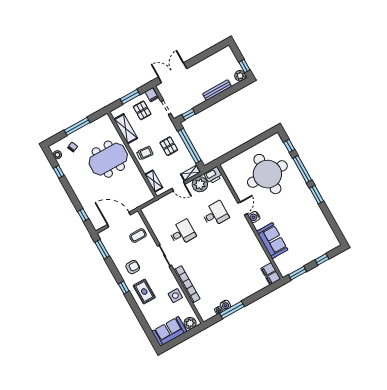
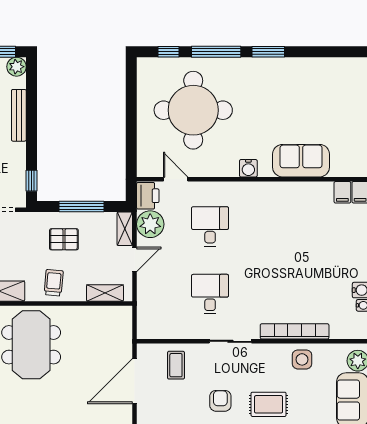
window: (190, 146) -> (81, 207), width x0.68
door: (242, 208) -> (176, 179), moved

